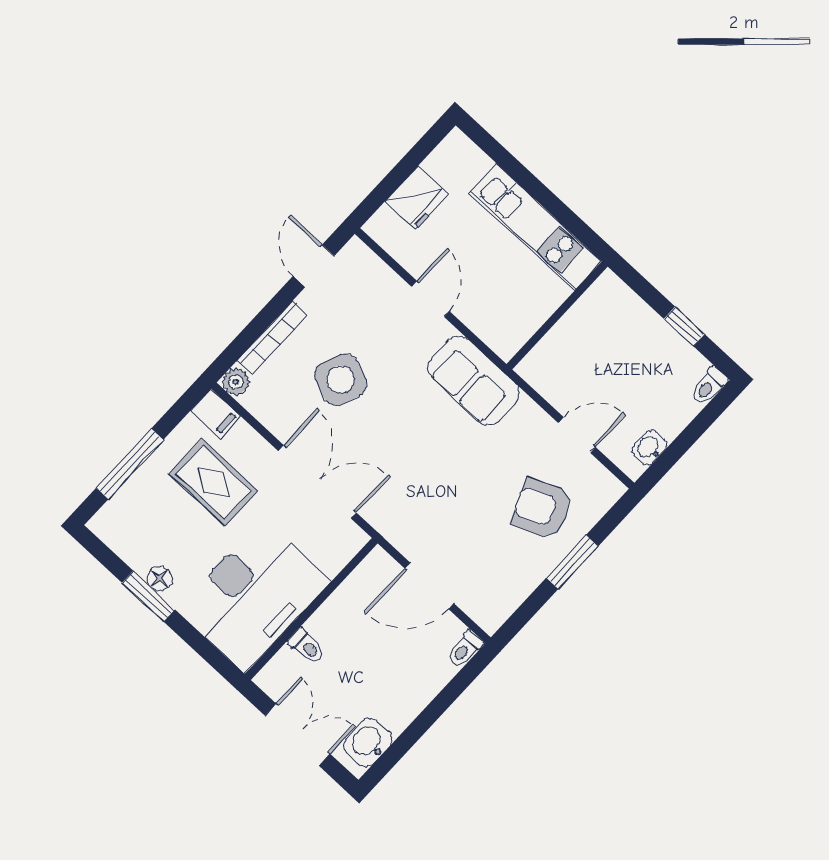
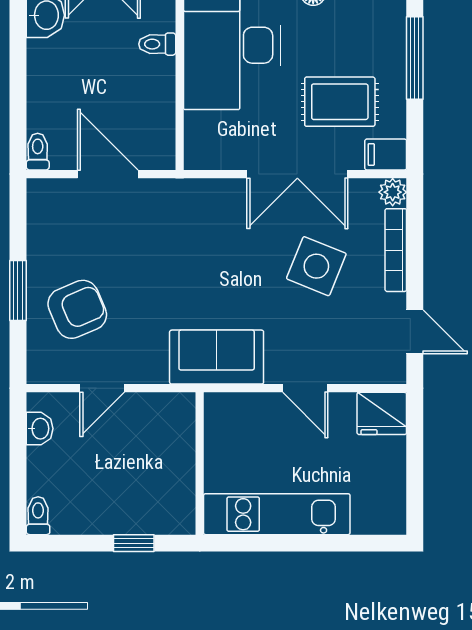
fridge: (417, 198) -> (382, 413), moved, turned -90
window: (684, 326) -> (134, 543), moved
double door: (317, 482) -> (297, 174), moved
door: (429, 586) -> (108, 174), hinge flipped

